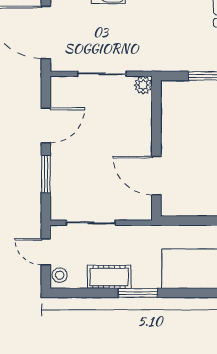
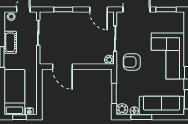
armchair: (147, 42) -> (132, 62), added
door: (46, 125) -> (99, 10), moved
door: (156, 176) -> (63, 67), swing flipped

